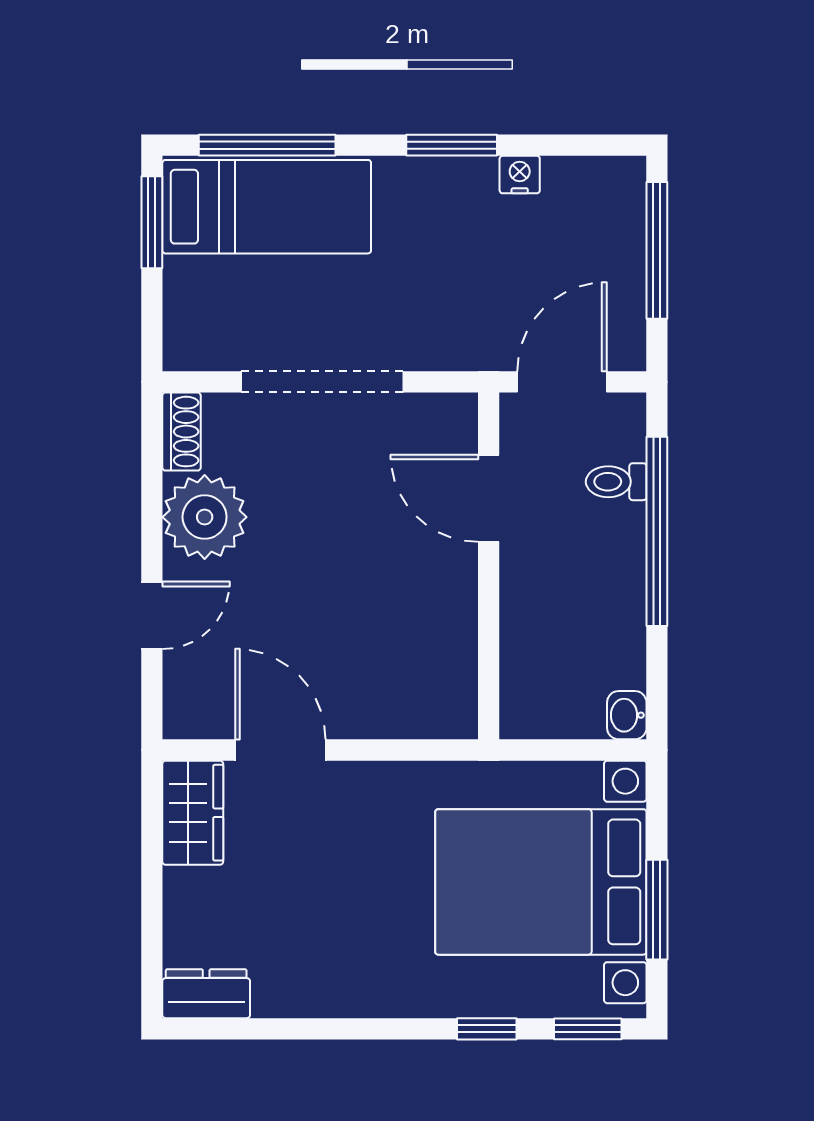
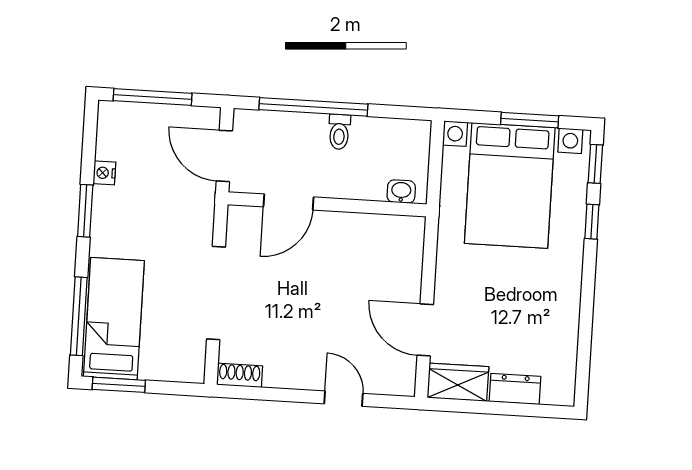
toilet: (616, 482) -> (339, 132), moved
plant: (205, 517) -> (289, 365), removed
washbasin: (627, 715) -> (401, 192), moved, turned 180
door: (280, 750) -> (425, 330), hinge flipped
dresser: (206, 994) -> (515, 389), moved, turned 90

